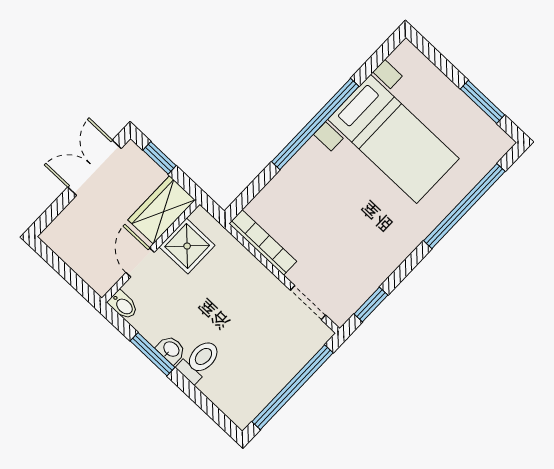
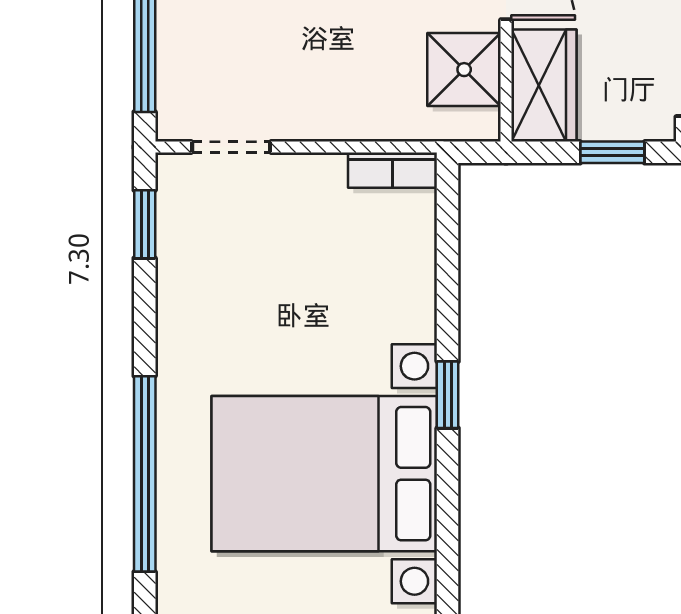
window: (315, 124) -> (448, 395), width x0.32
bed with nightstands: (393, 139) -> (324, 474), width x1.36
bookcase: (263, 242) -> (393, 170), width x0.64

